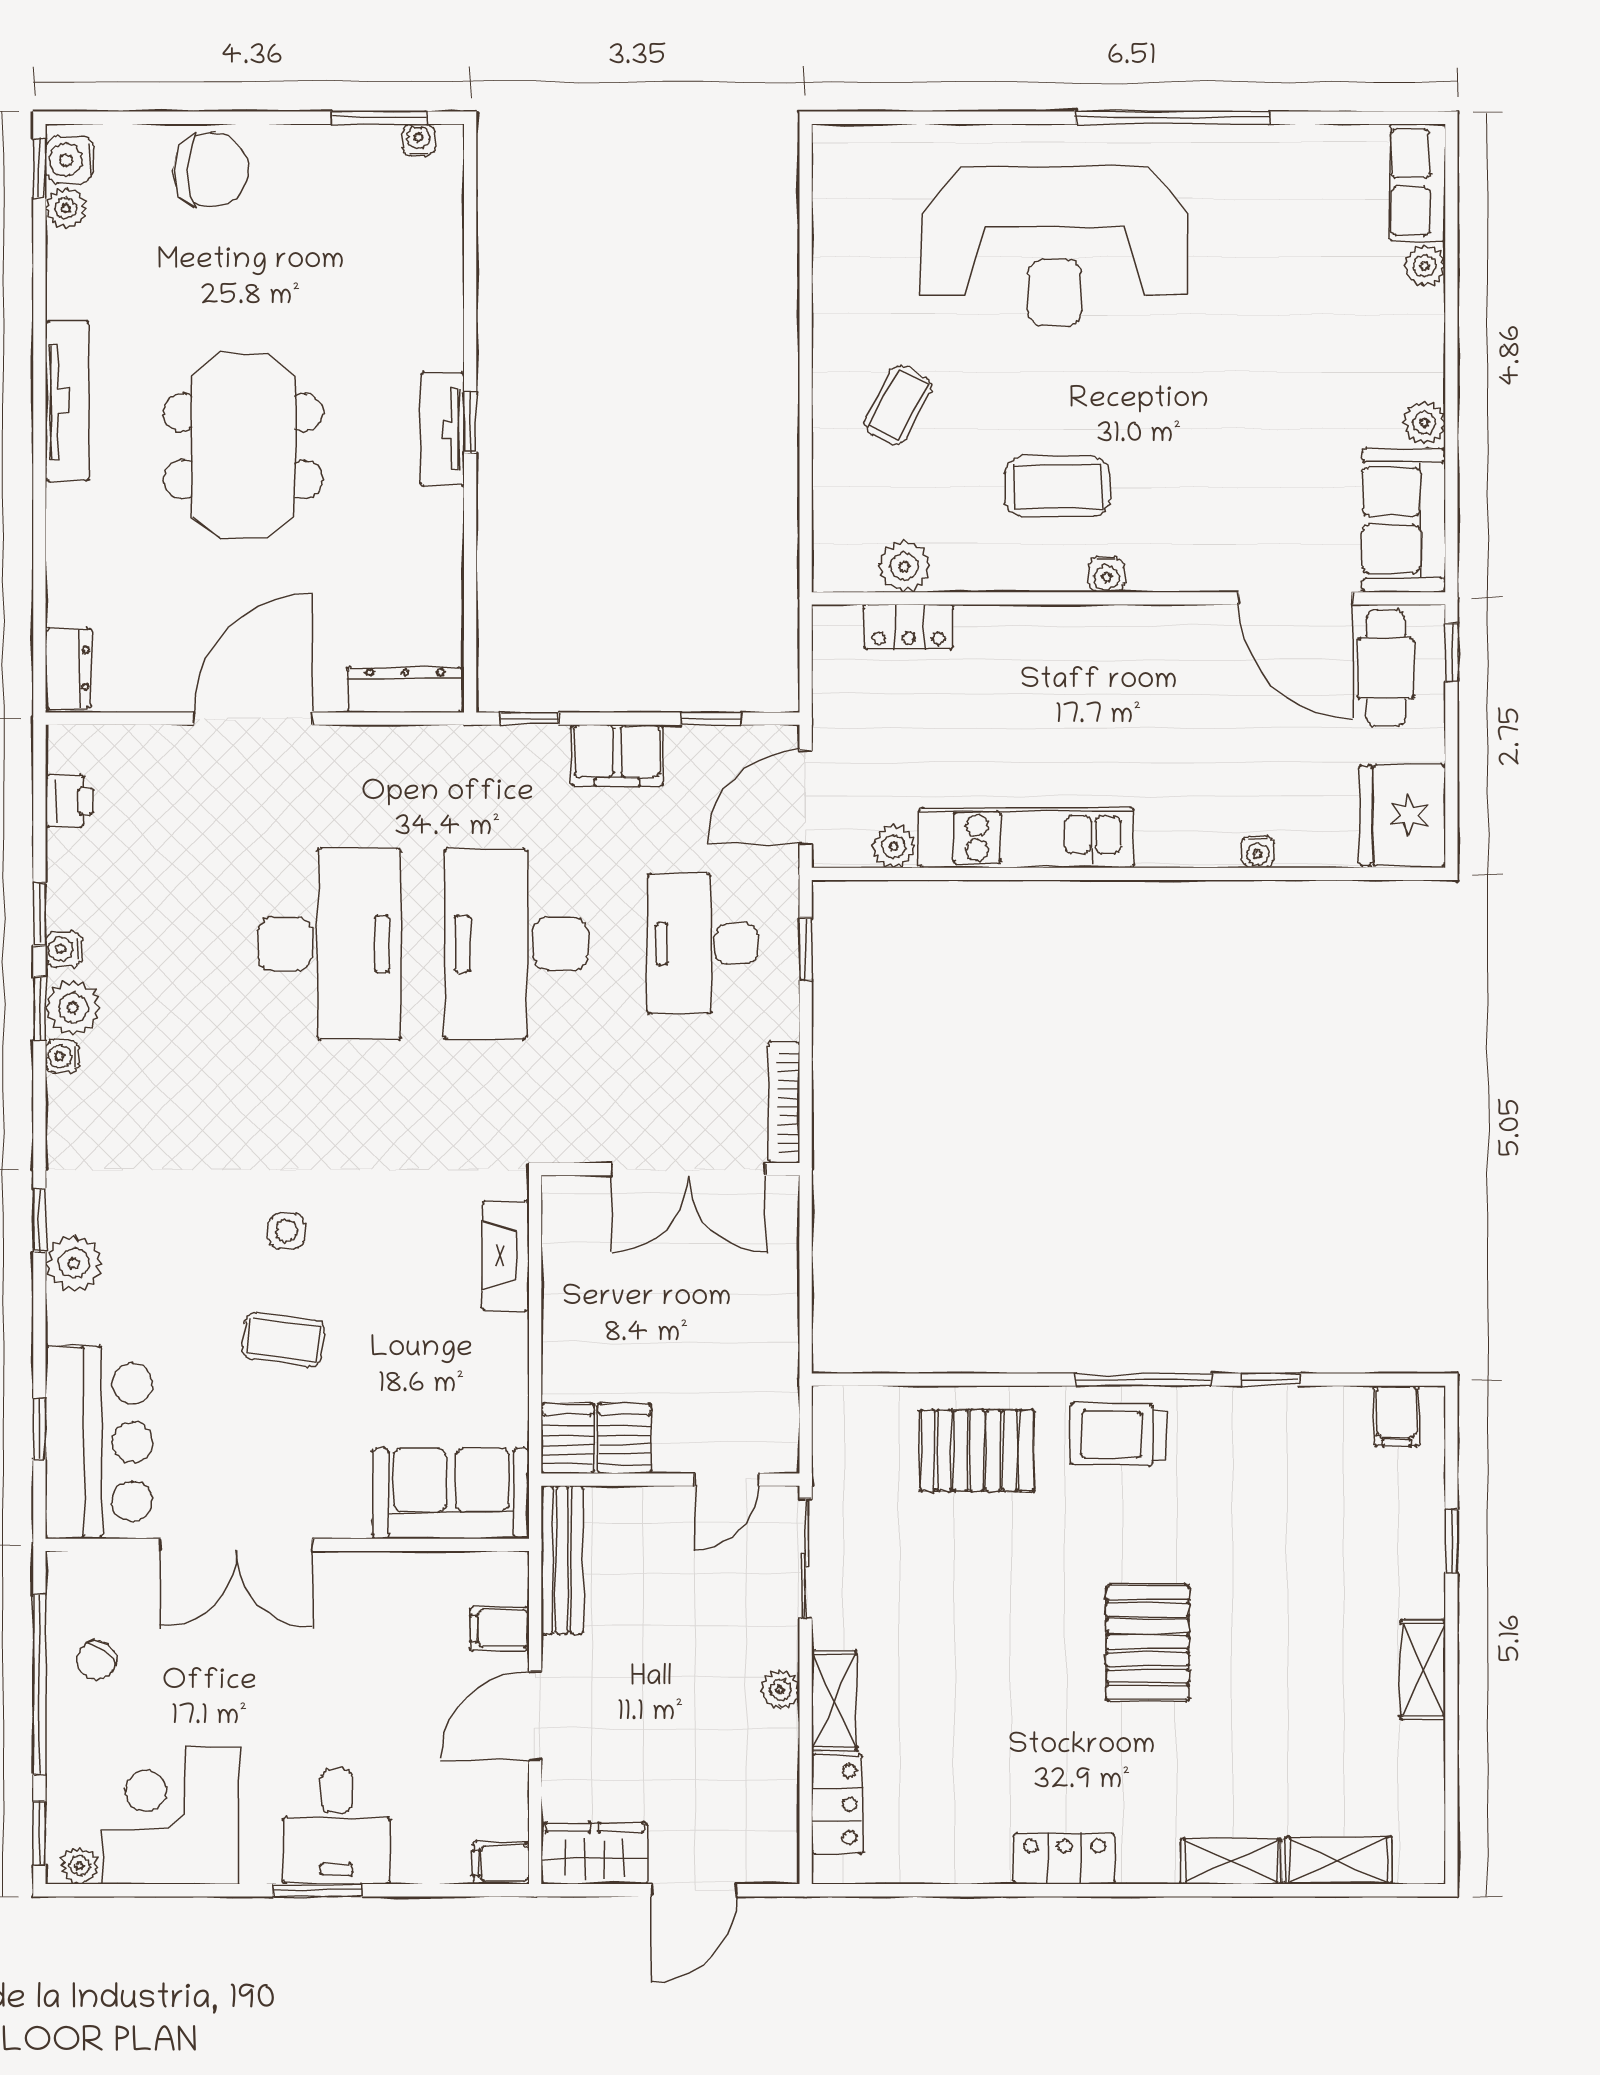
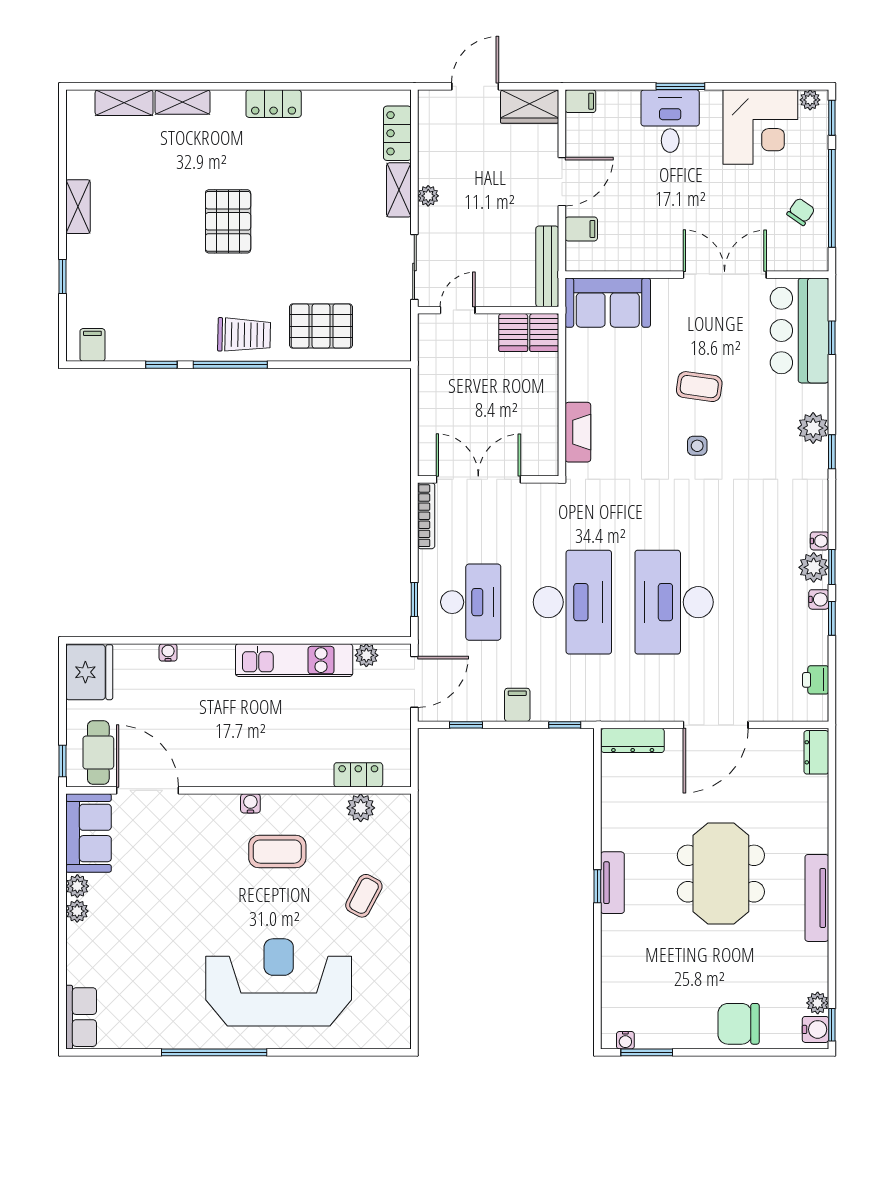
plant: (1425, 266) -> (77, 911), moved
filing cabinet: (617, 755) -> (517, 705), width x0.50

